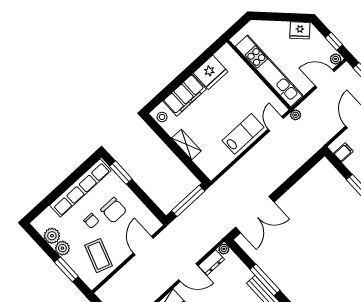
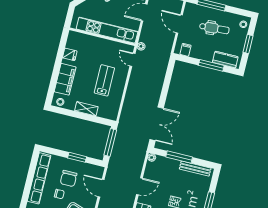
fridge: (211, 72) -> (70, 54), width x0.53, depth x0.75
lab bench: (243, 134) -> (104, 80), moved
window: (121, 173) -> (77, 157), moved
chair: (114, 210) -> (69, 178), turned 90
dresser: (211, 262) -> (150, 171), removed
window: (265, 280) -> (179, 157), moved

